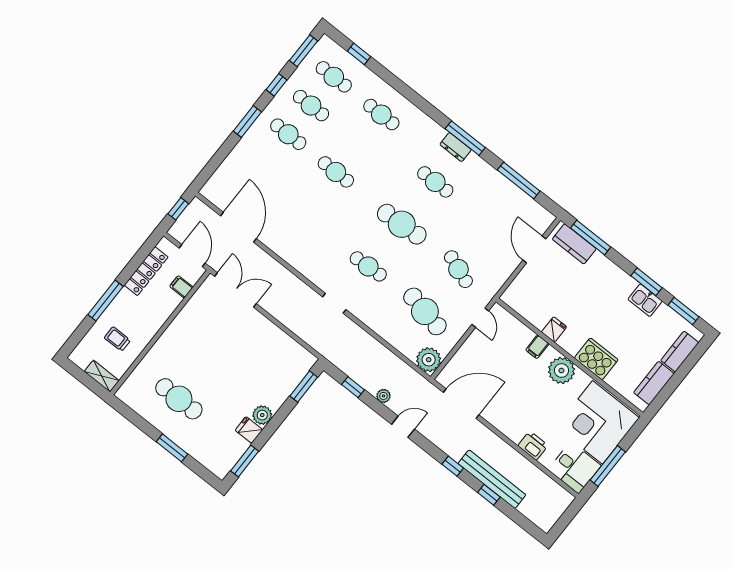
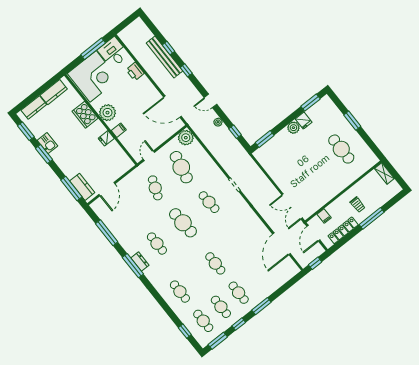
trolley: (117, 339) -> (357, 205), moved

